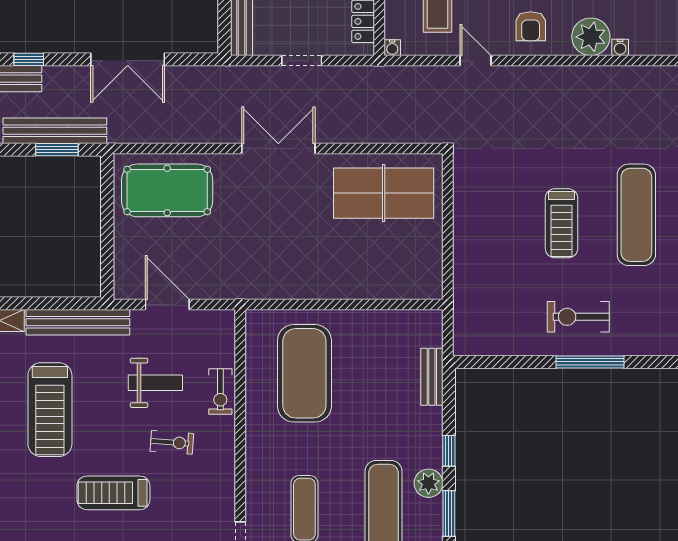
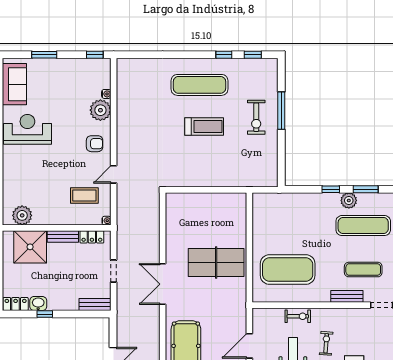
table tennis table: (384, 193) -> (216, 262), moved, turned 90
bench: (432, 377) -> (347, 296), moved

